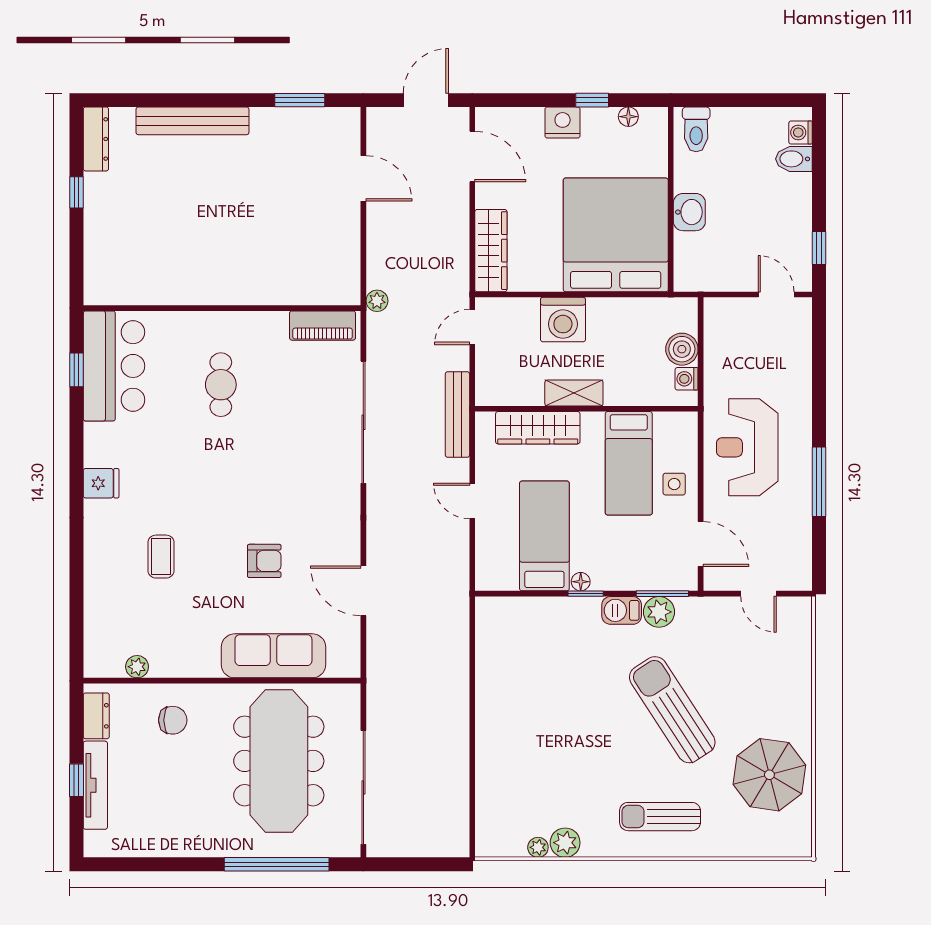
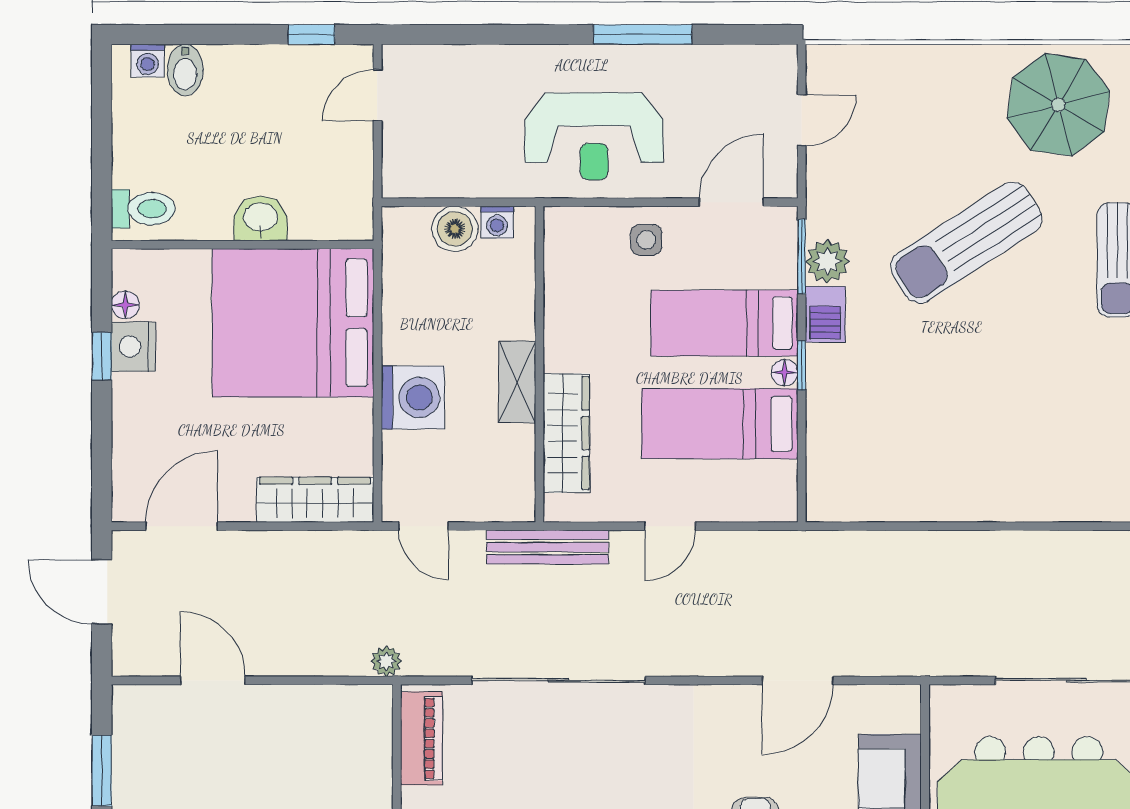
nightstand: (563, 122) -> (134, 347), moved
door: (363, 178) -> (213, 680), hinge flipped
bed: (629, 463) -> (724, 323), moved, turned 180

